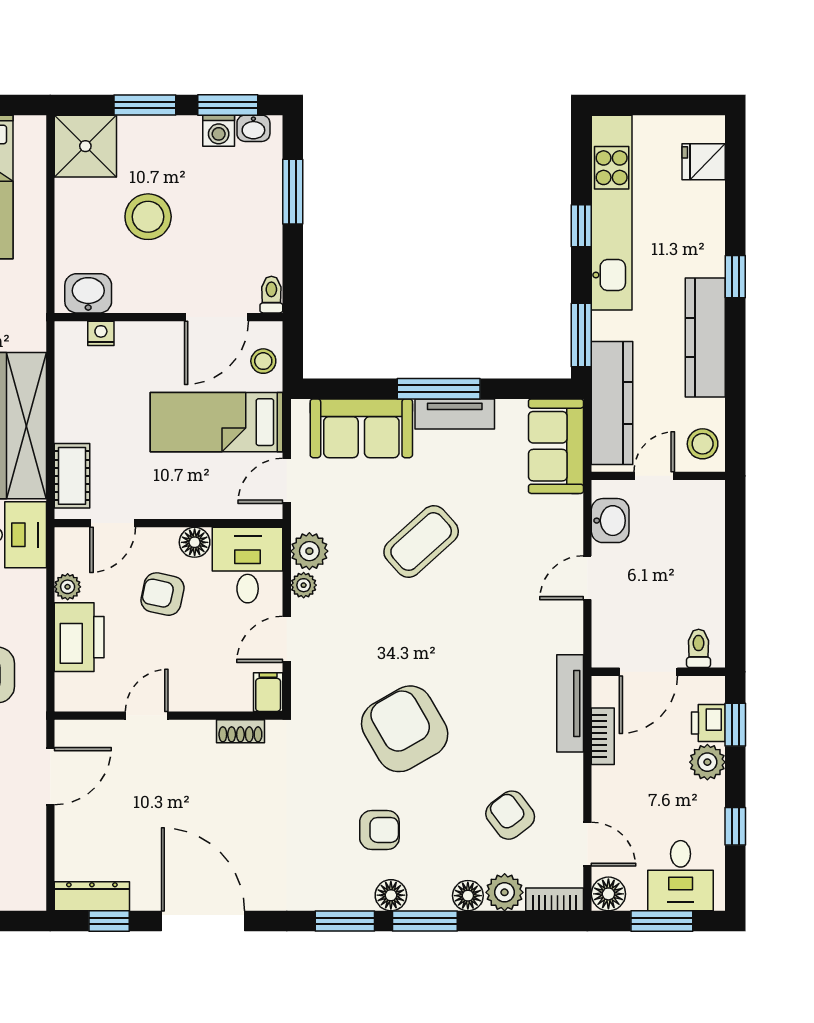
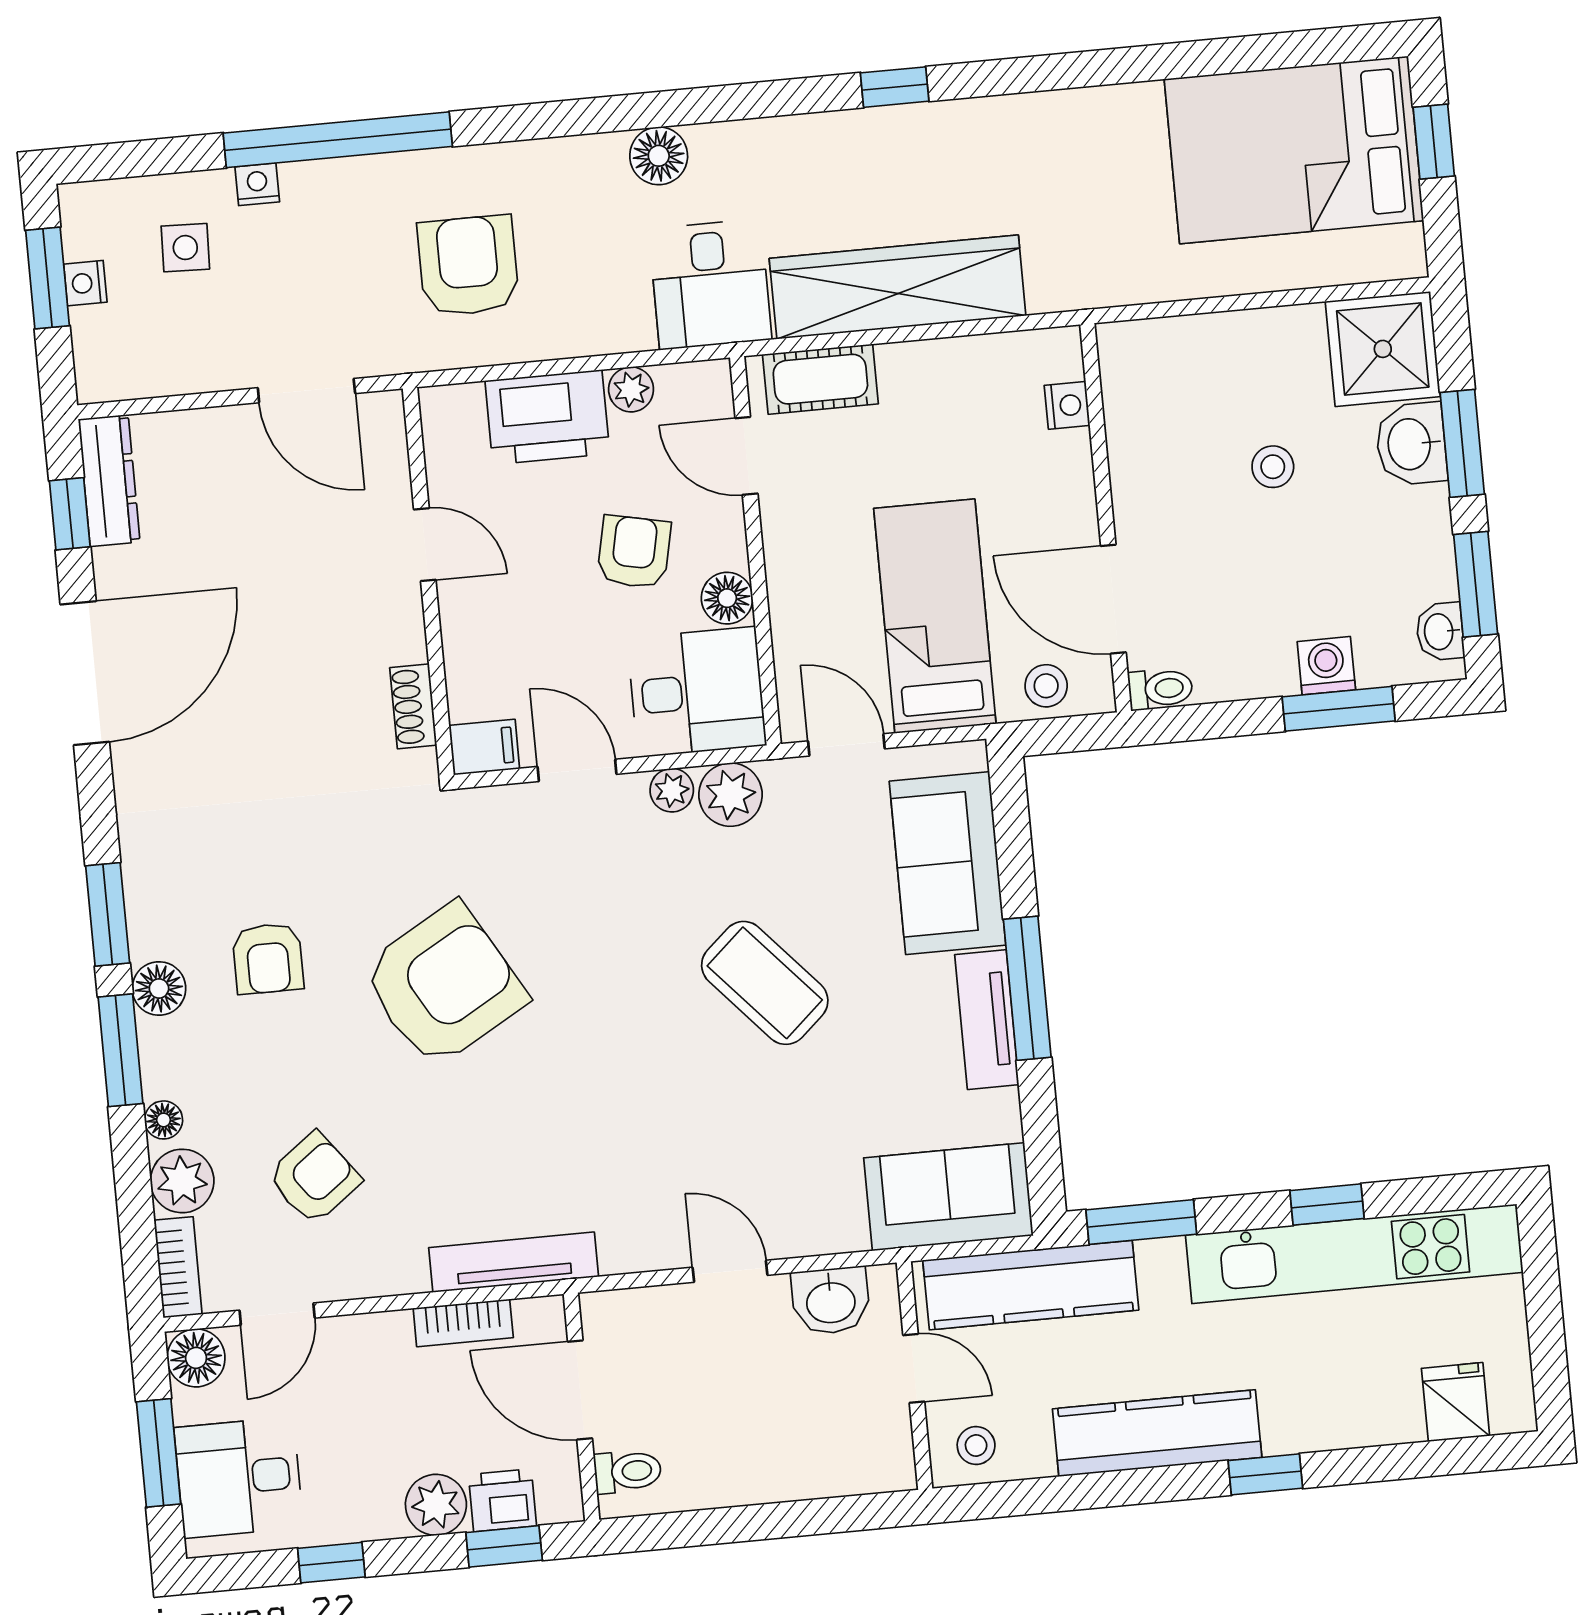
washing machine: (219, 131) -> (1326, 666), moved, turned 90
stool: (148, 217) -> (1273, 467), width x0.53, depth x0.53
washbasin: (88, 293) -> (1411, 444), moved, turned 180
stool: (703, 444) -> (976, 1445), width x0.73, depth x0.73
floor lamp: (468, 896) -> (164, 1120), width x0.73, depth x0.73

